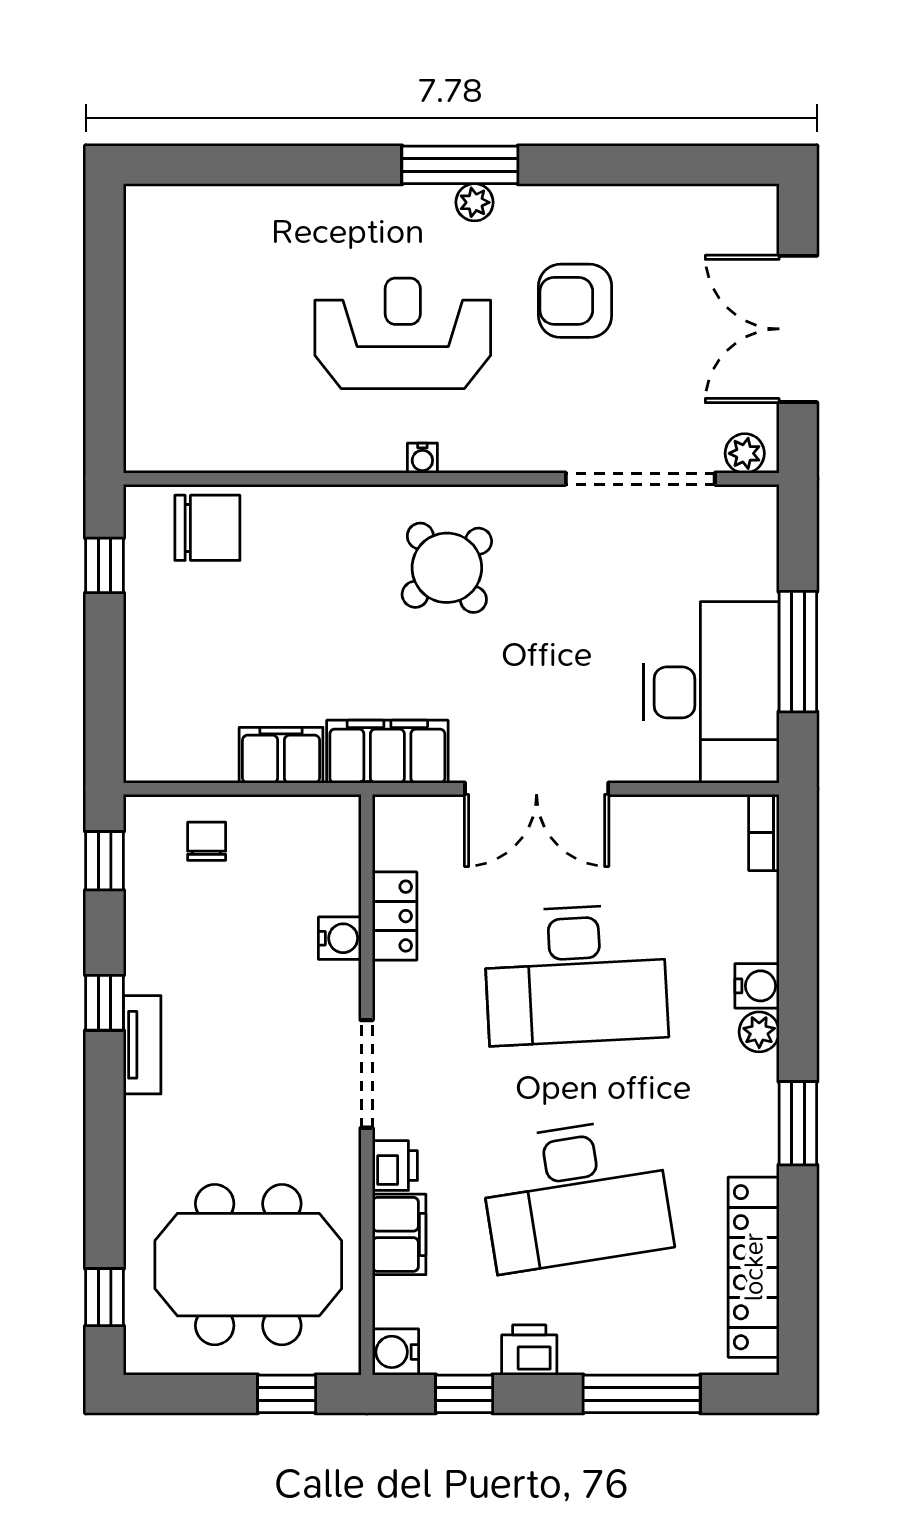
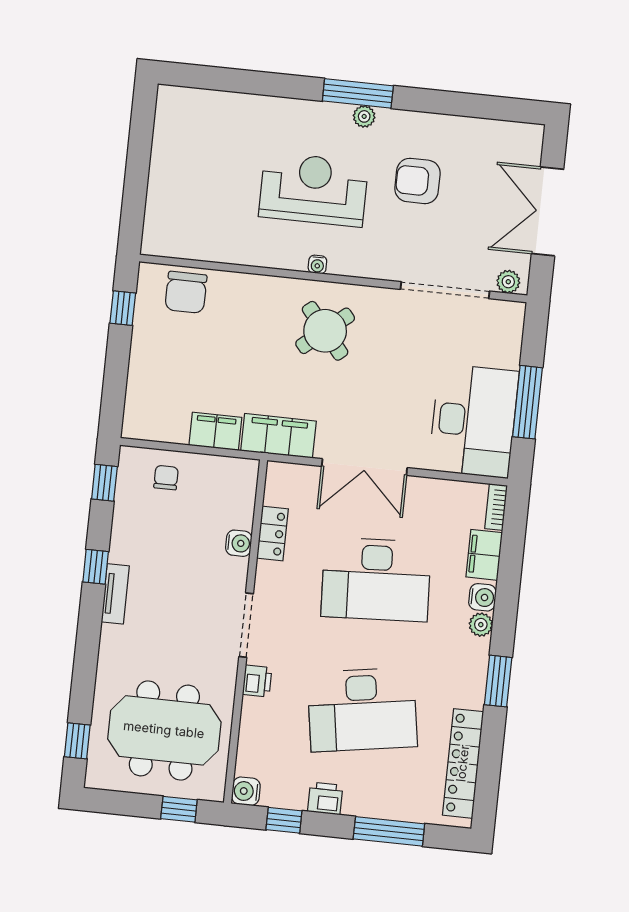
chair: (207, 528) -> (186, 292), turned 90
filing cabinet: (399, 1234) -> (484, 555), moved, turned 180

